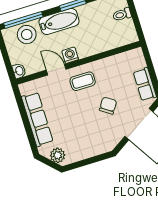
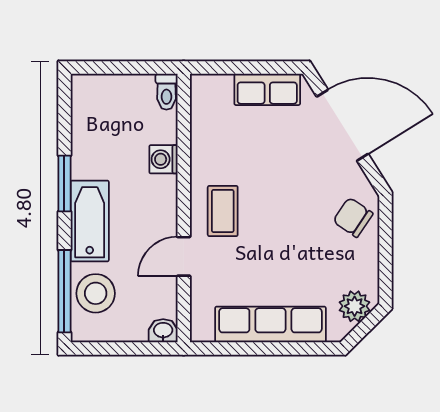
toilet: (122, 14) -> (166, 92), moved
washing machine: (70, 55) -> (163, 159), moved
chair: (108, 106) -> (353, 217), moved

